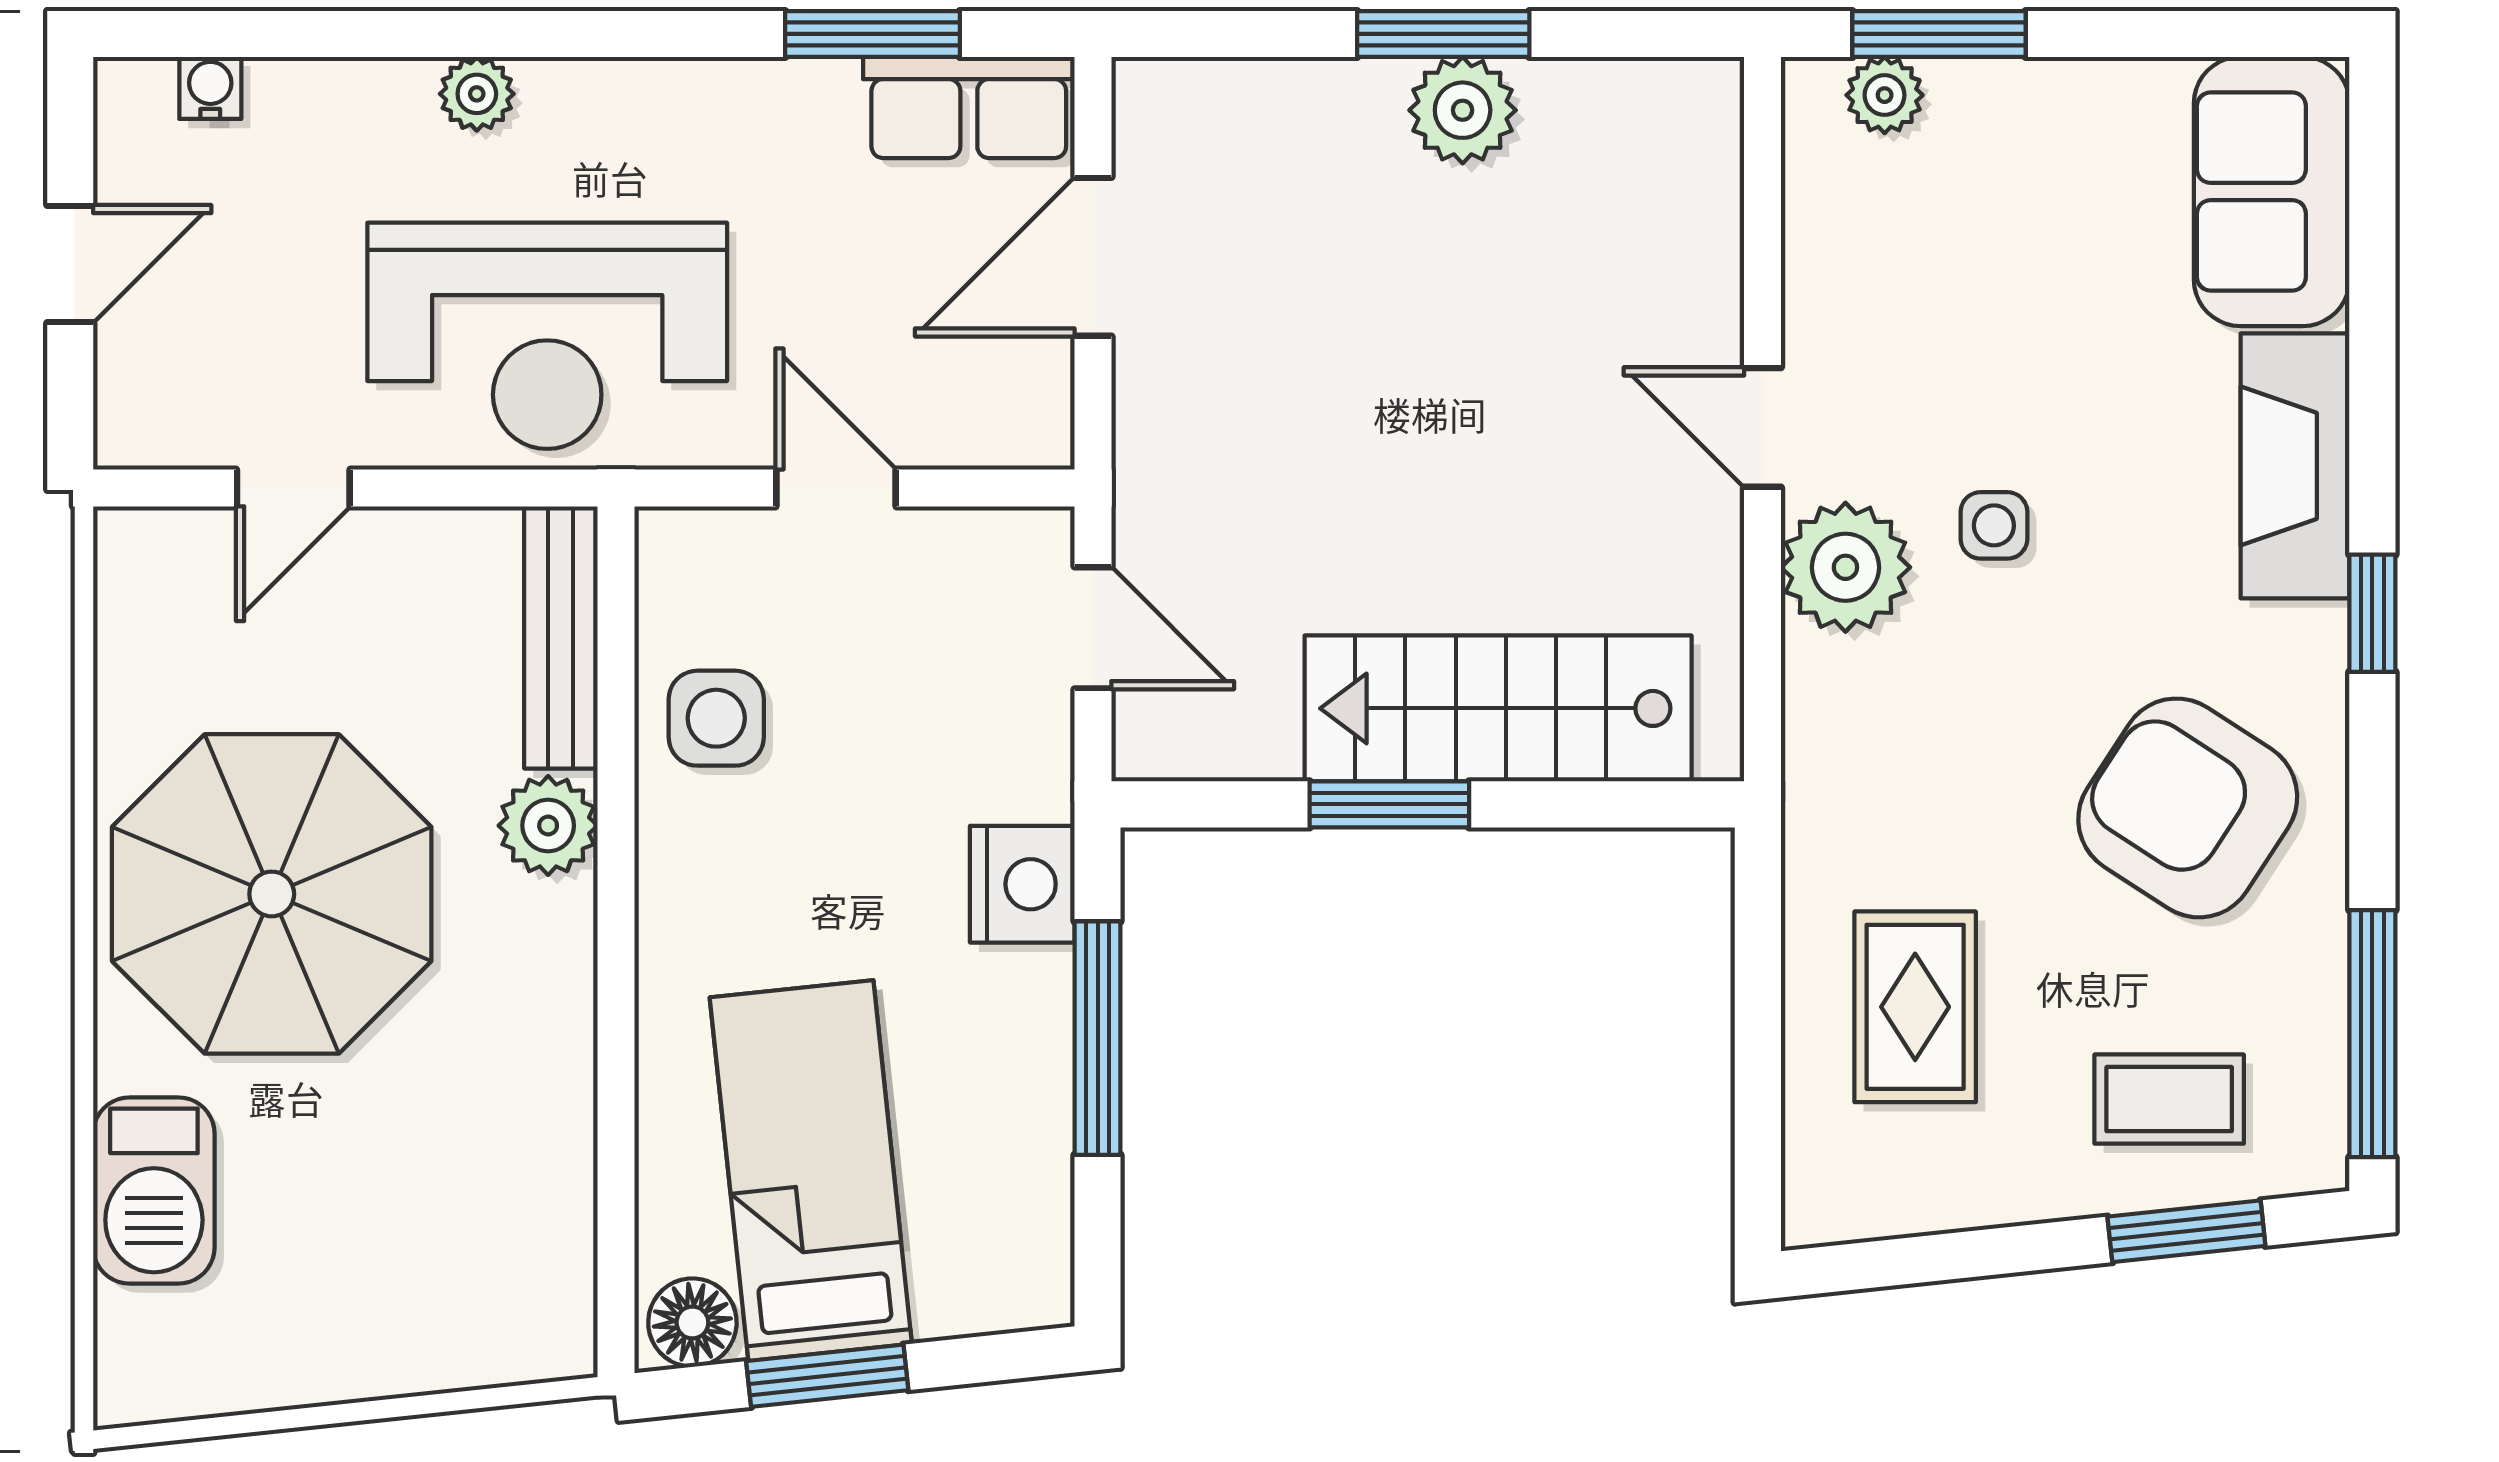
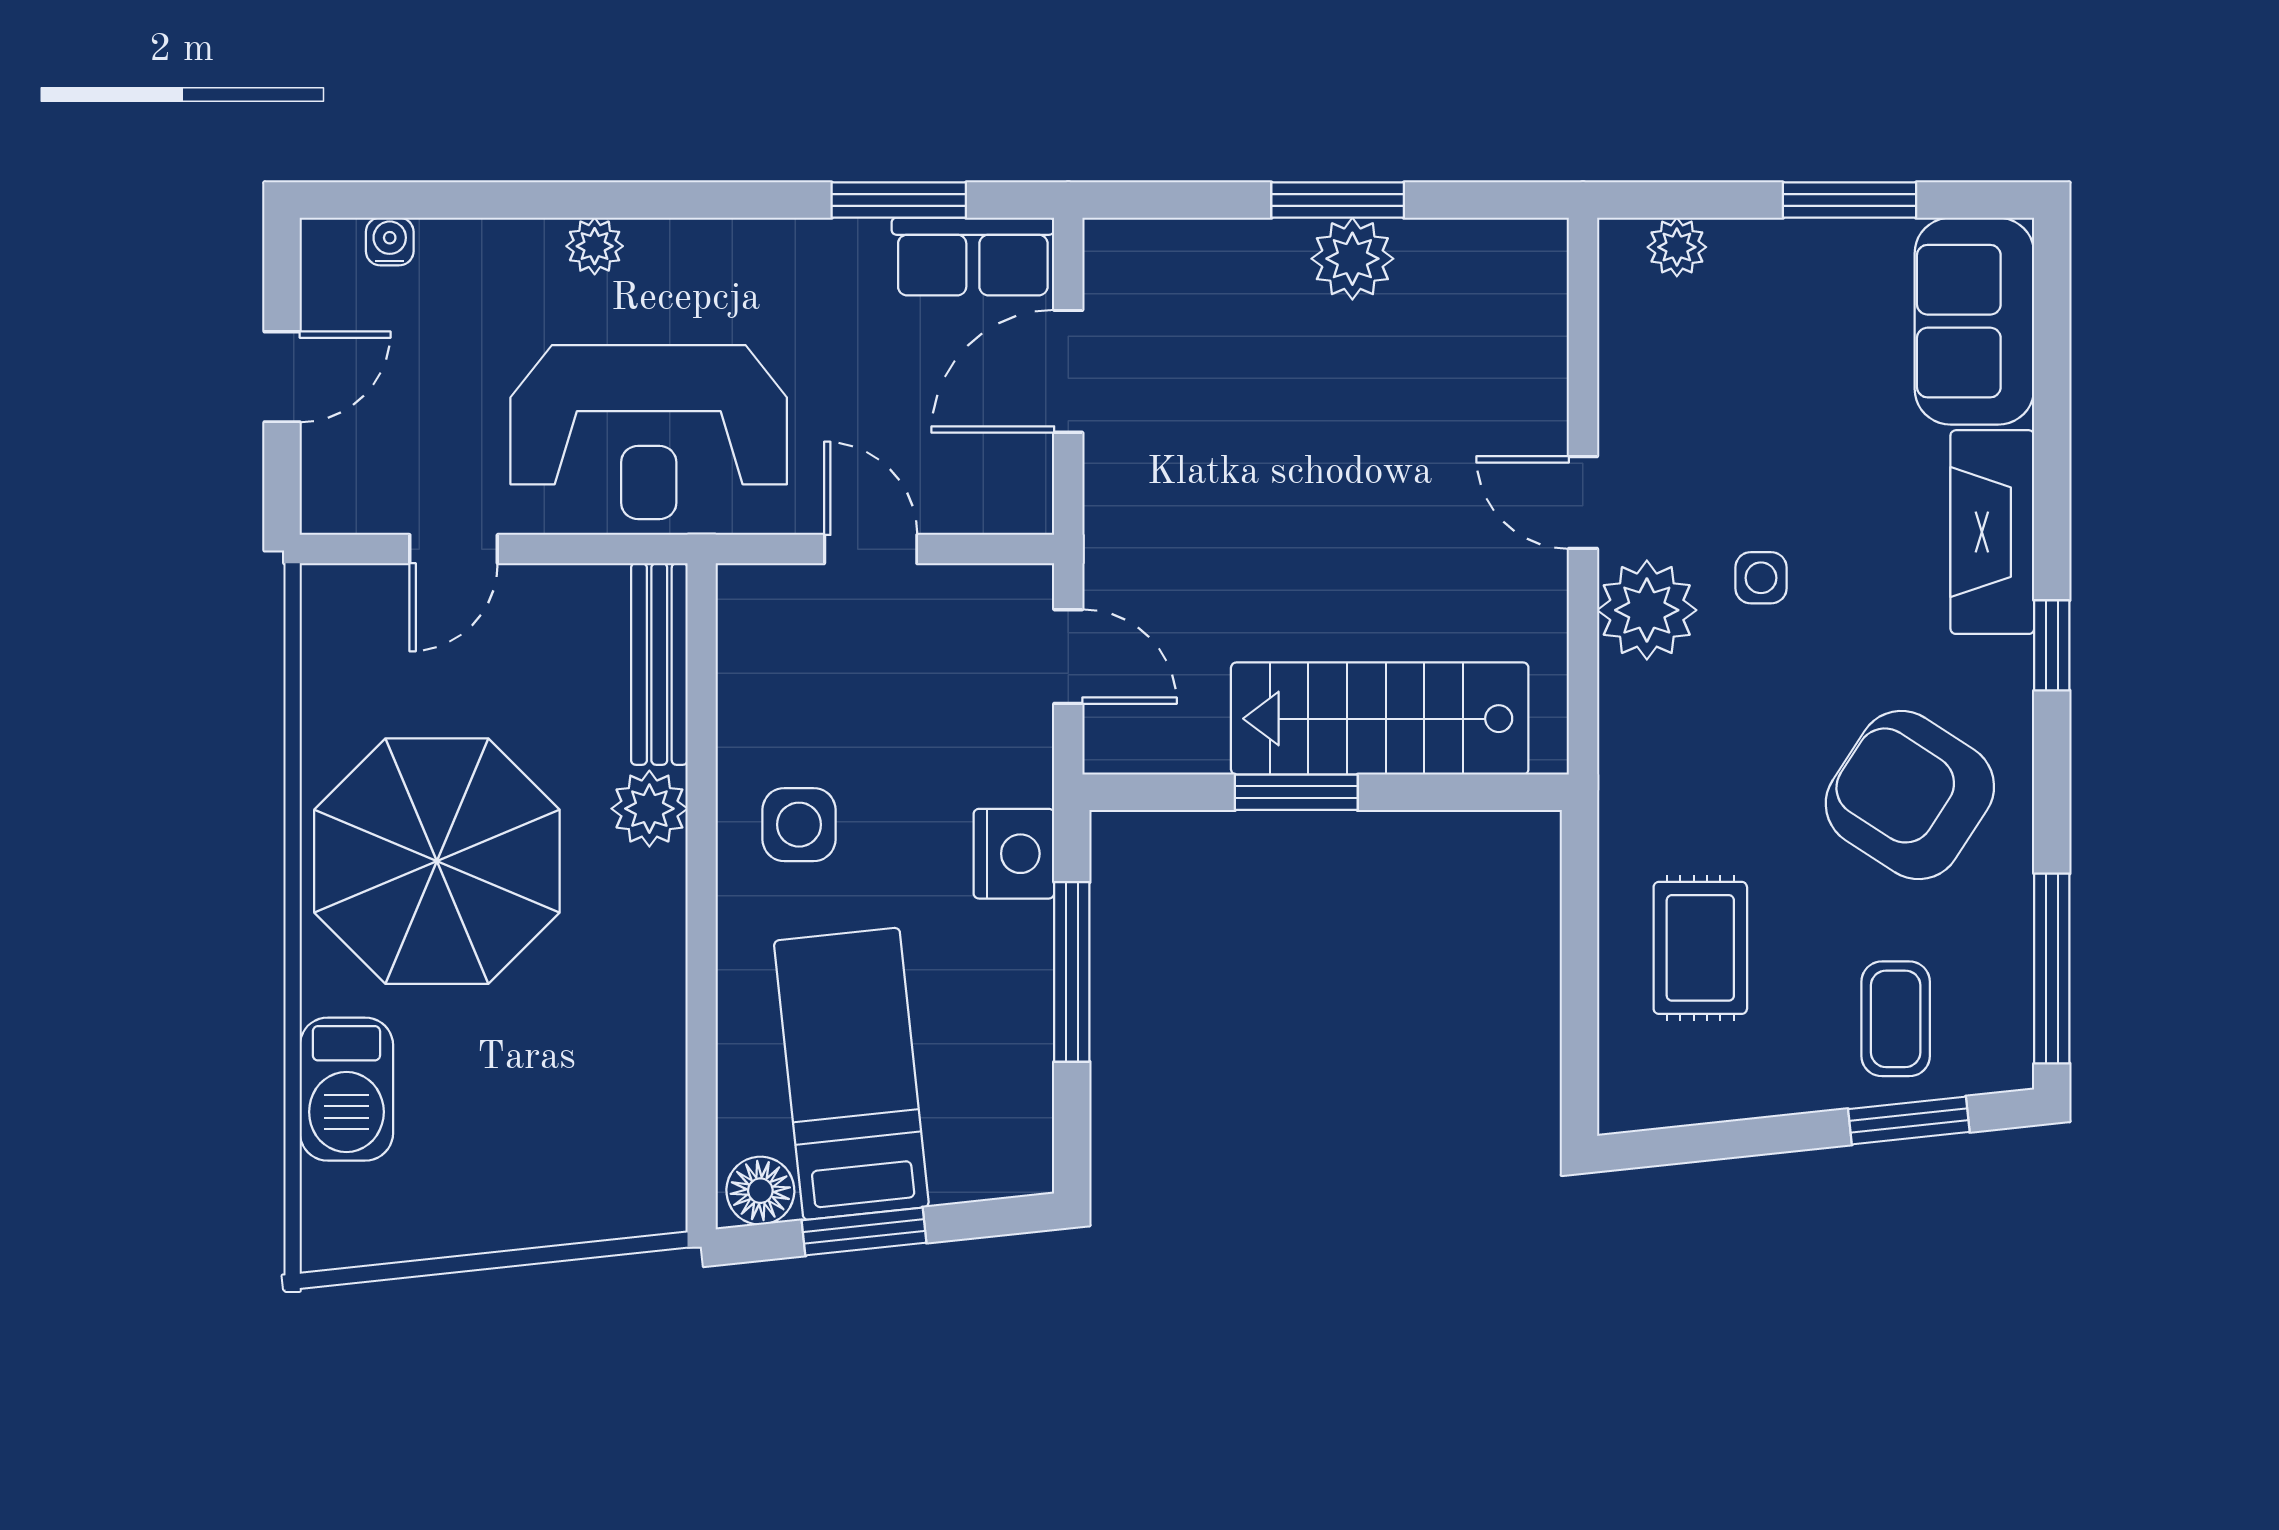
window: (1939, 34) -> (1850, 200), moved
side table: (716, 718) -> (799, 825), moved
coffee table: (2169, 1099) -> (1896, 1019), turned 90

